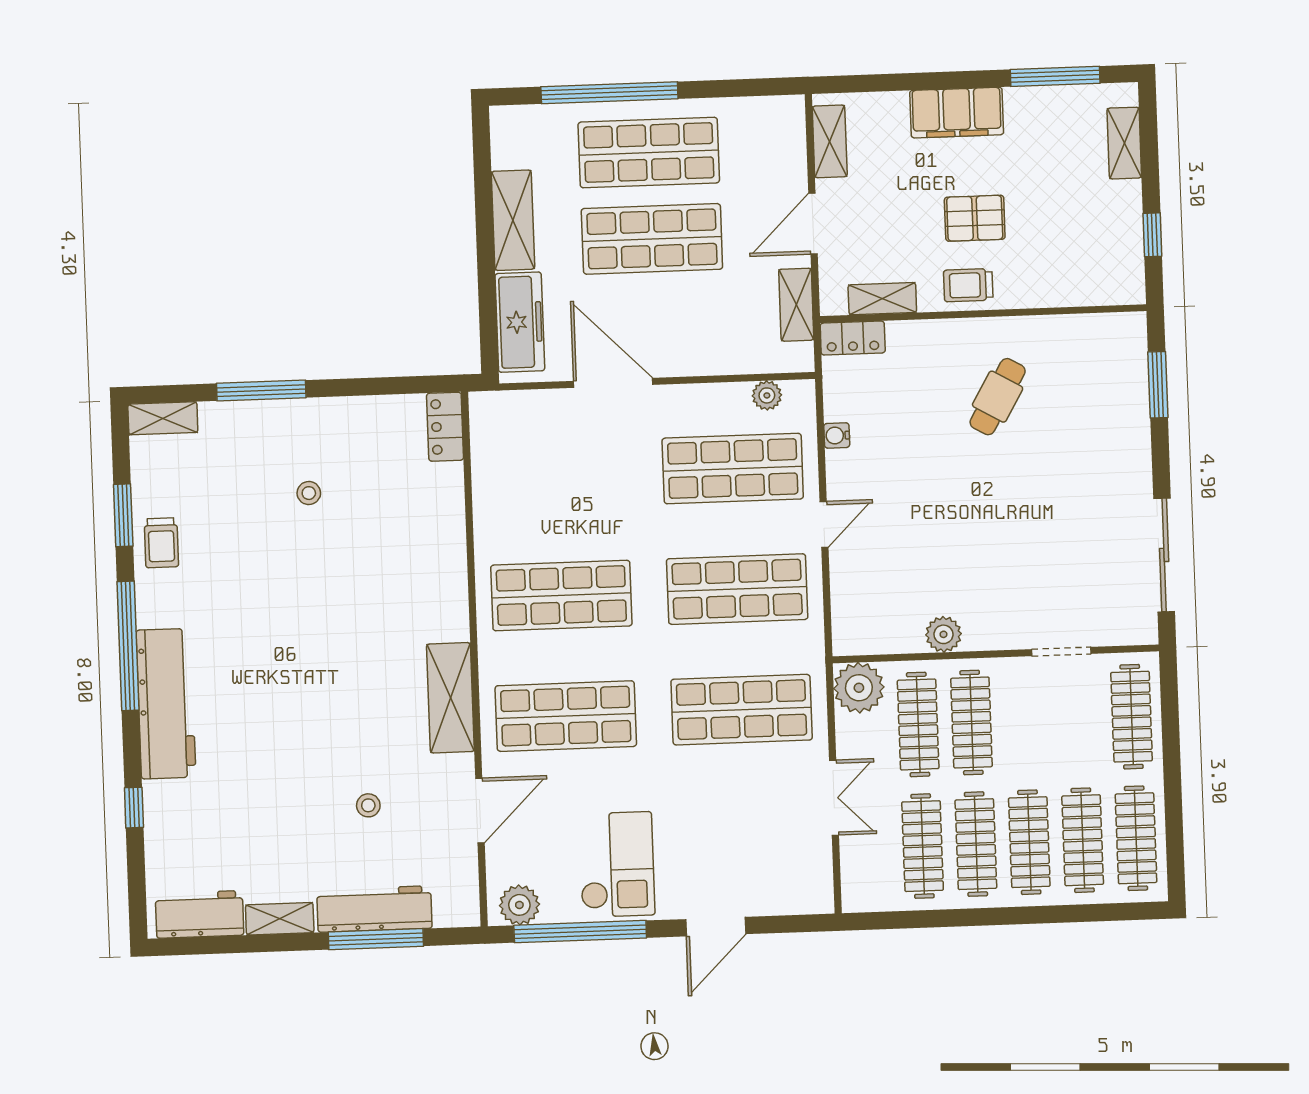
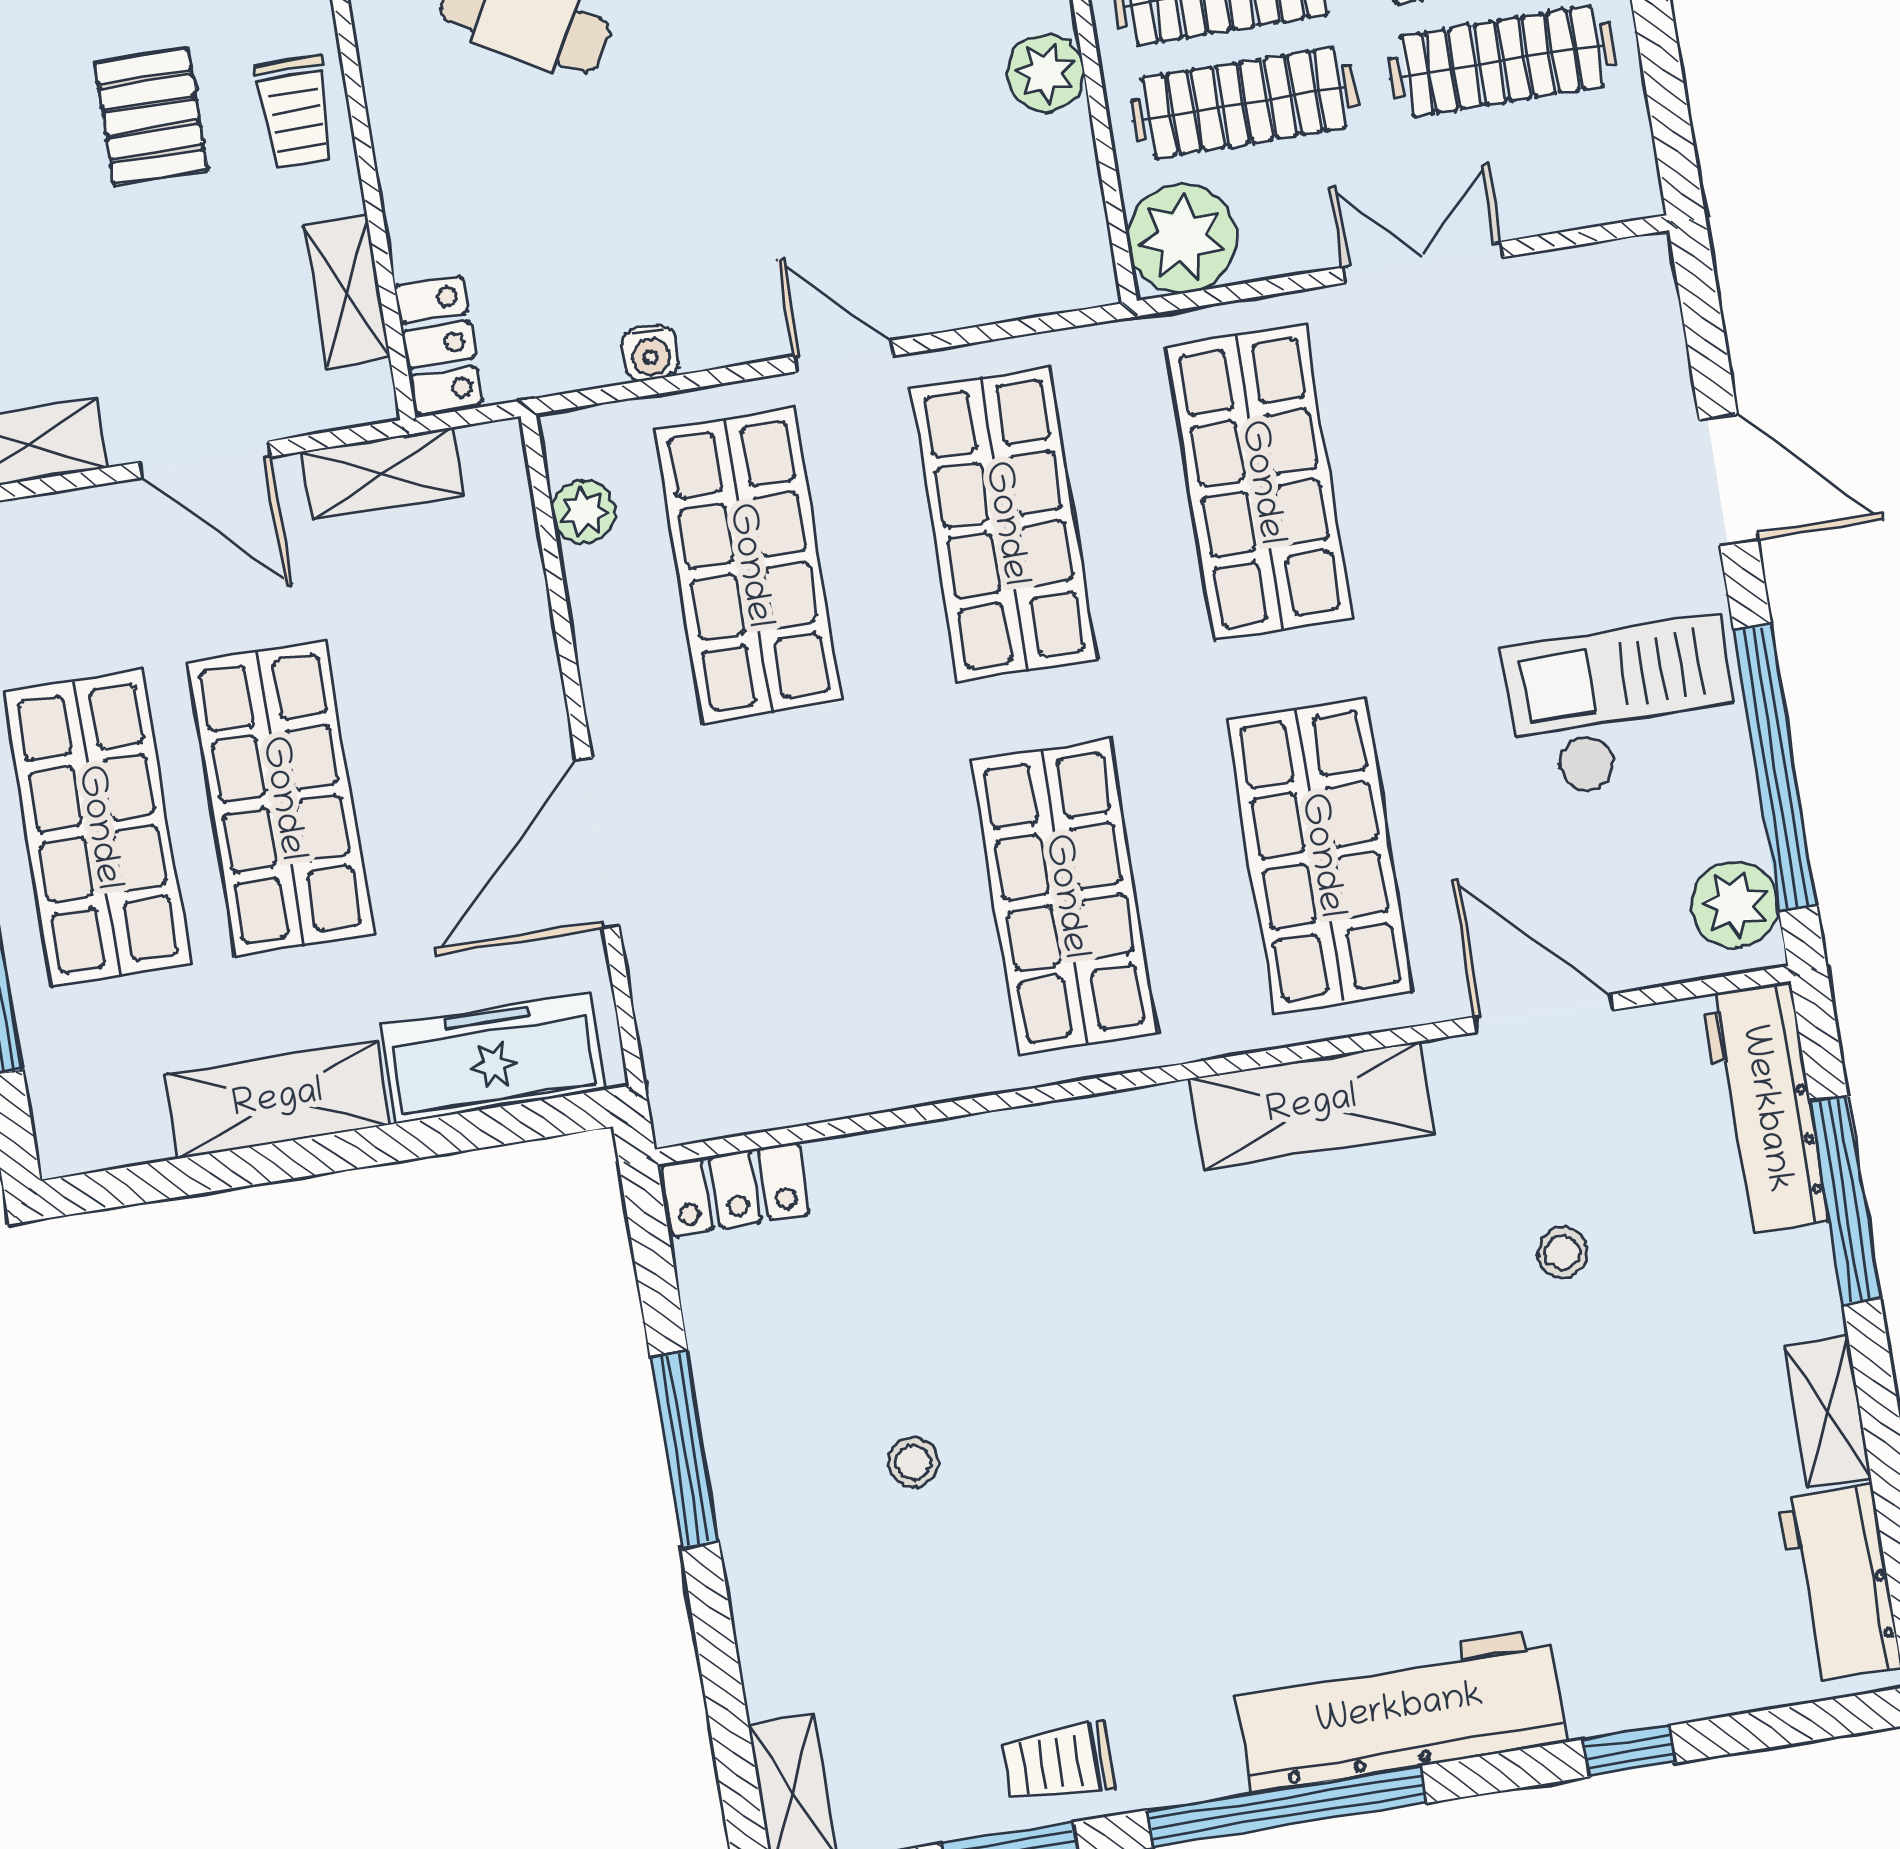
window: (261, 391) -> (684, 1449), moved
trolley: (161, 543) -> (1058, 1763), turned 180
workbench: (374, 909) -> (1765, 1109), moved

